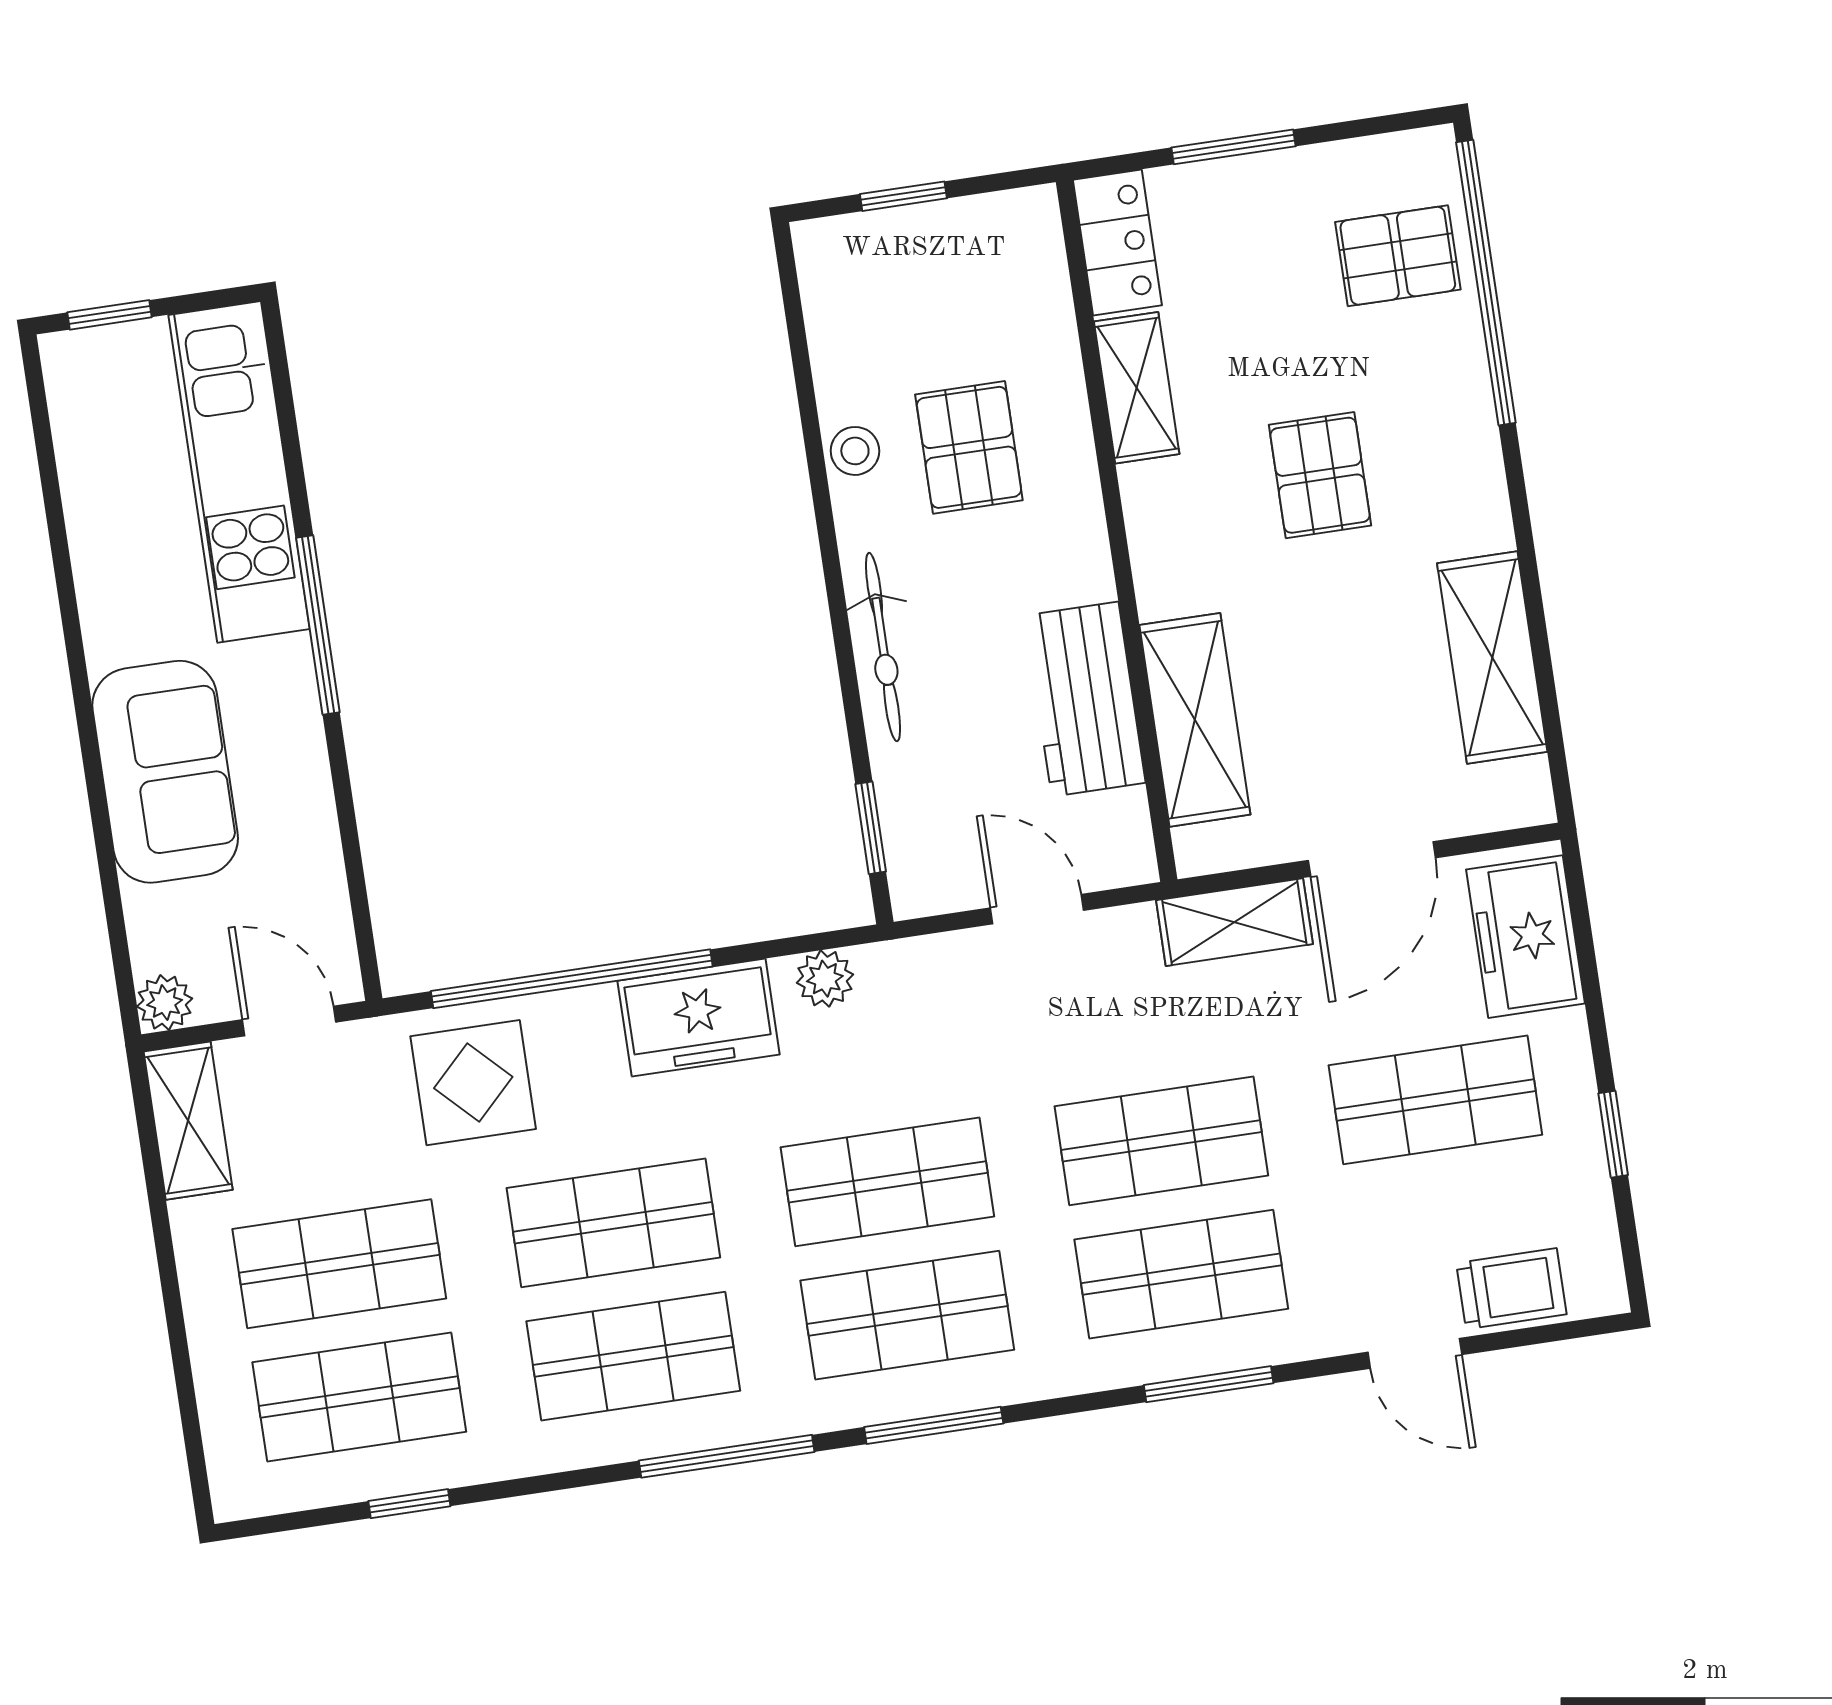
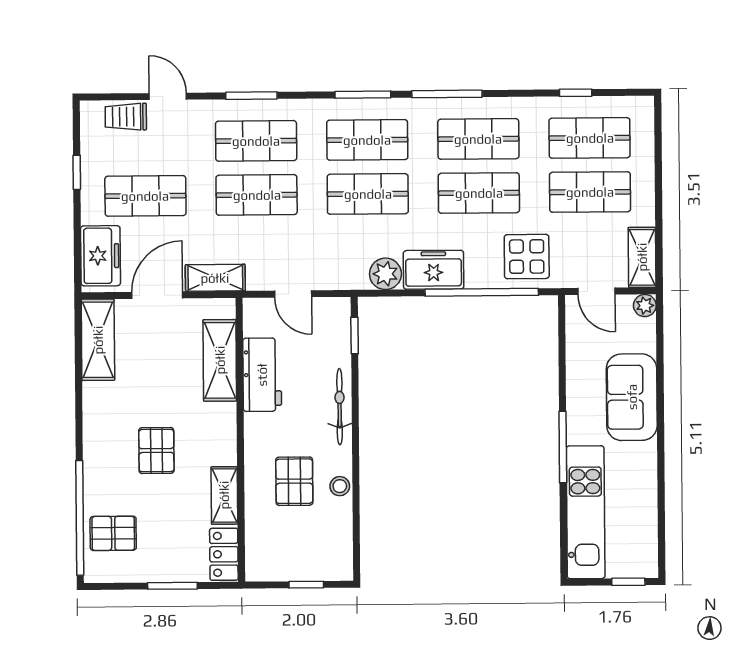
shelving: (1492, 657) -> (98, 340), moved
plant: (825, 979) -> (385, 274), width x1.38, depth x1.38

